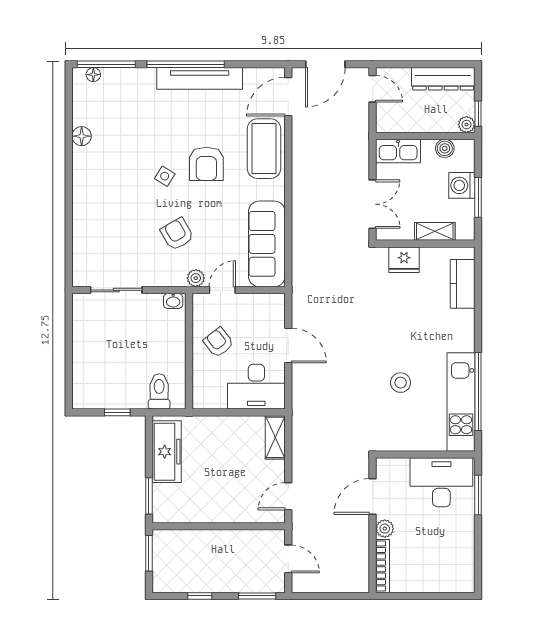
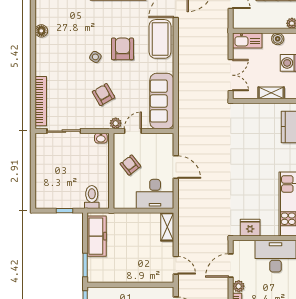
armchair: (206, 164) -> (123, 49), turned 180
bookcase: (81, 244) -> (41, 101), added
fridge: (404, 260) -> (250, 228), moved, turned 180
stool: (401, 383) -> (249, 191), removed
door: (288, 496) -> (176, 265), swing flipped

